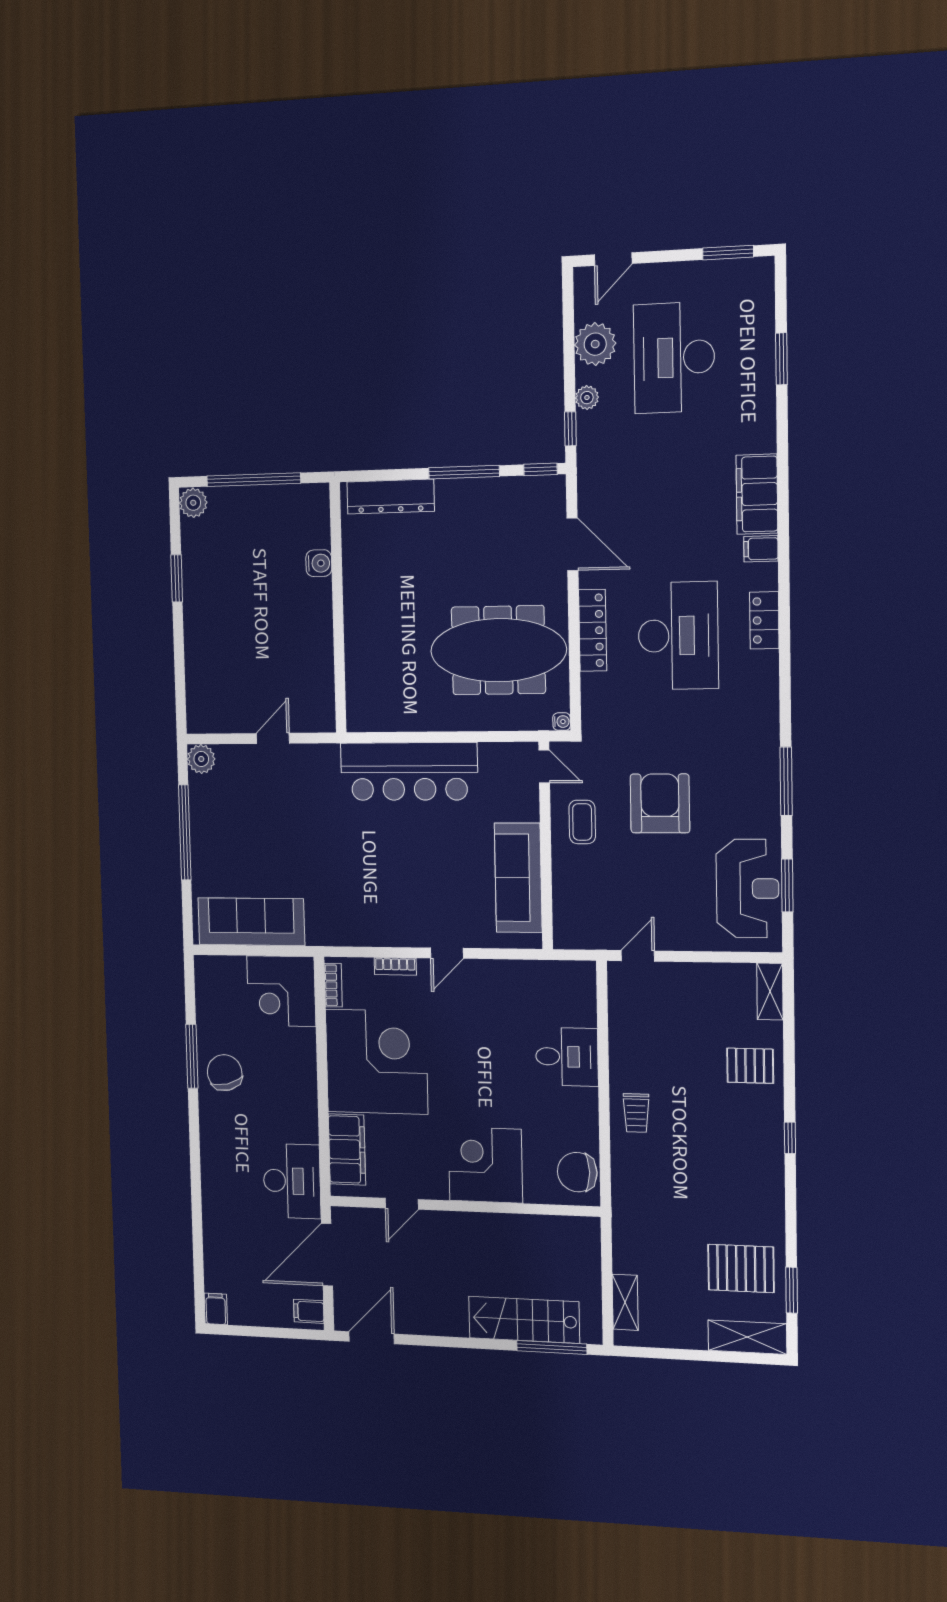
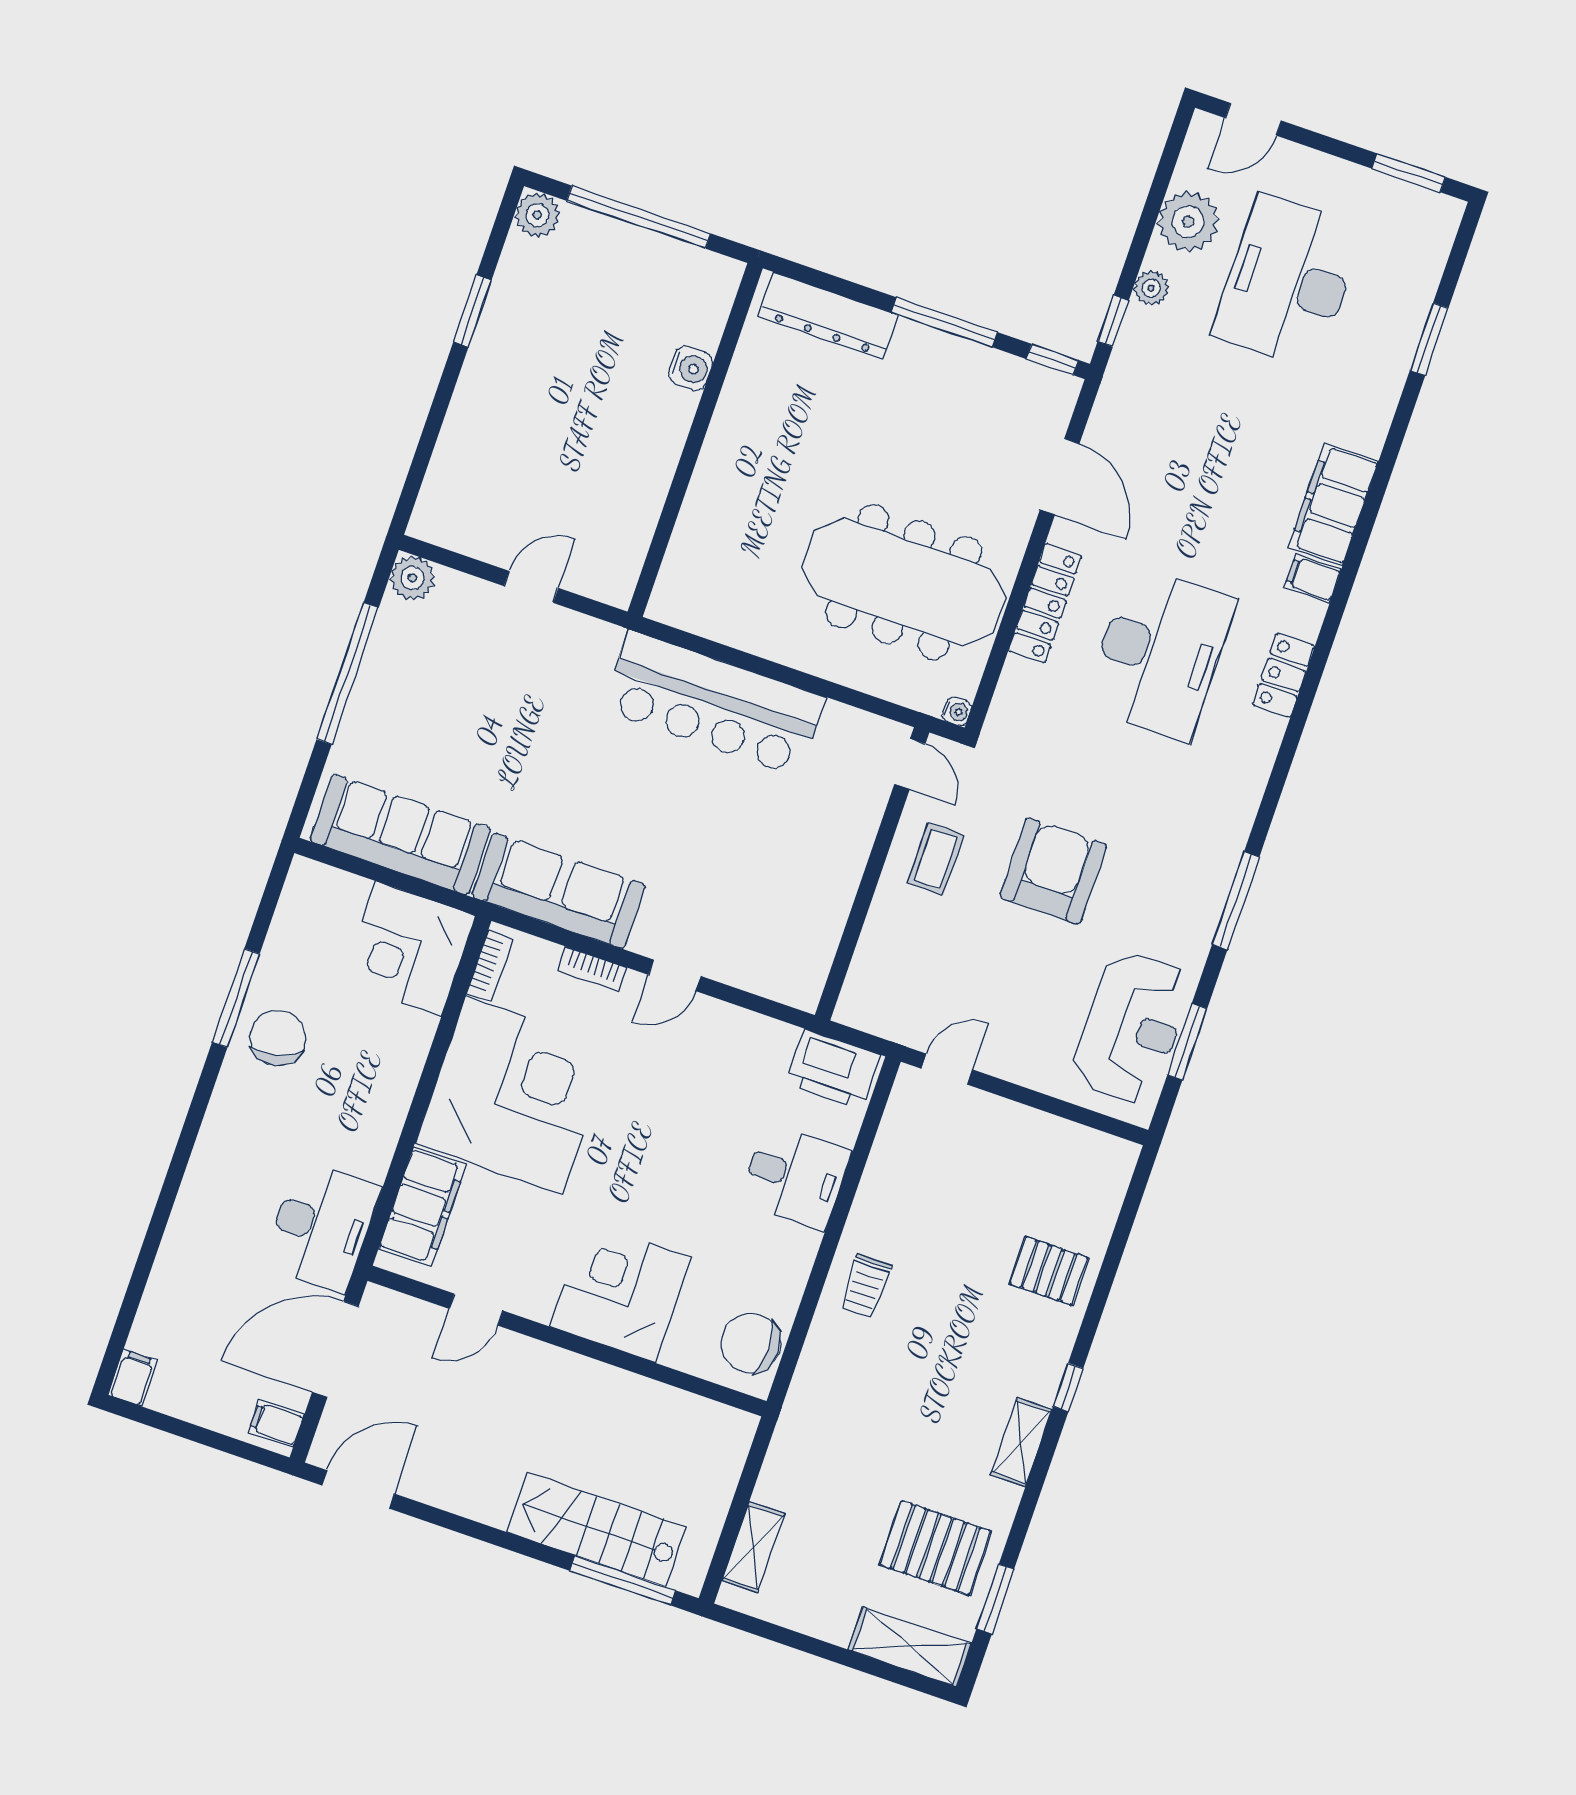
sofa: (518, 878) -> (559, 891), moved, turned 90
printer: (566, 980) -> (833, 1069), added
shelving: (770, 991) -> (1021, 1442), moved

